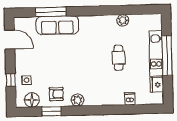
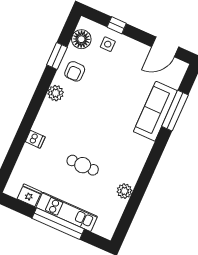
dishwasher: (130, 99) -> (35, 139), moved

